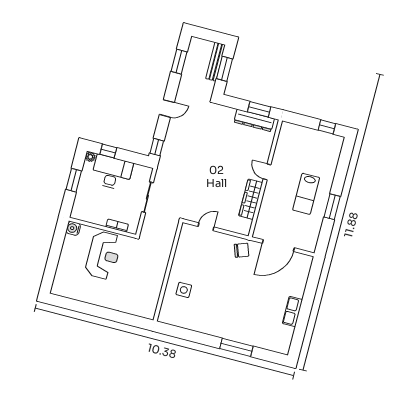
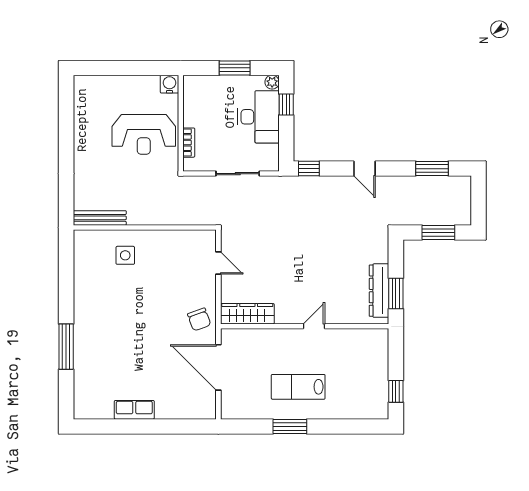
bench: (216, 62) -> (100, 218), moved
wardrobe: (251, 199) -> (247, 314), moved

